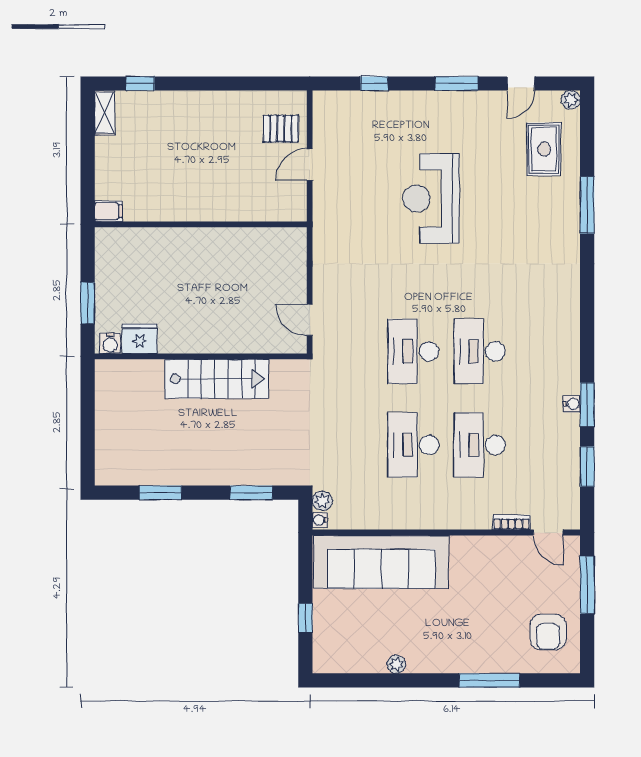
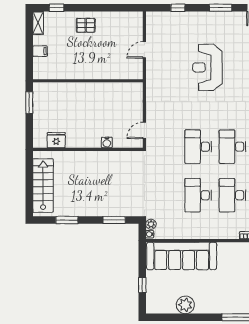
pallet: (281, 129) -> (86, 25), moved
filing cabinet: (108, 211) -> (40, 51), moved
window: (88, 303) -> (29, 103), moved
door: (310, 320) -> (144, 130), hinge flipped
water cooler: (110, 343) -> (107, 142), moved
stairs: (217, 379) -> (43, 186), moved, turned -90
plant: (396, 664) -> (185, 305), width x1.88, depth x1.88

